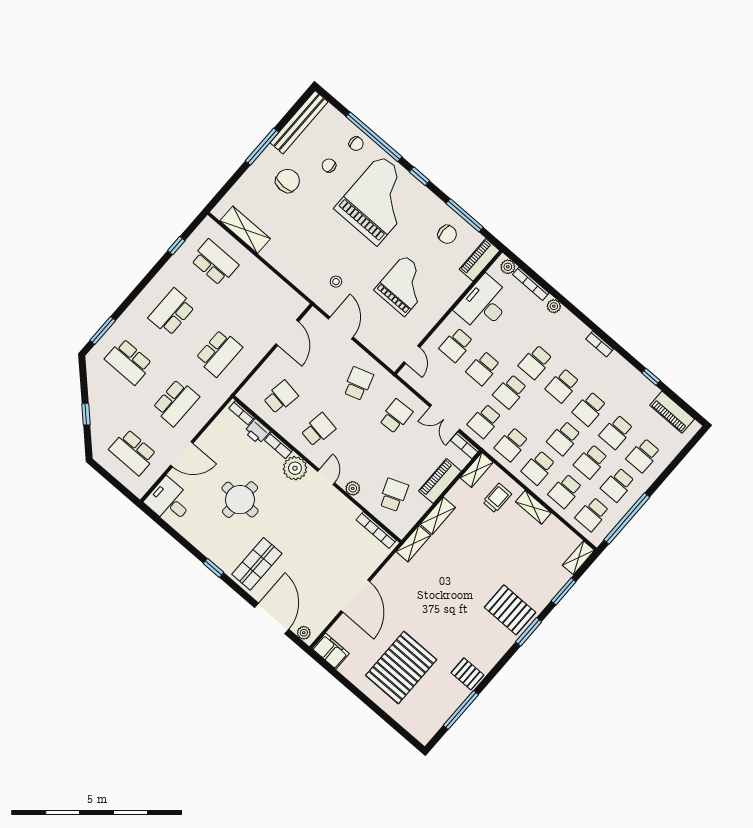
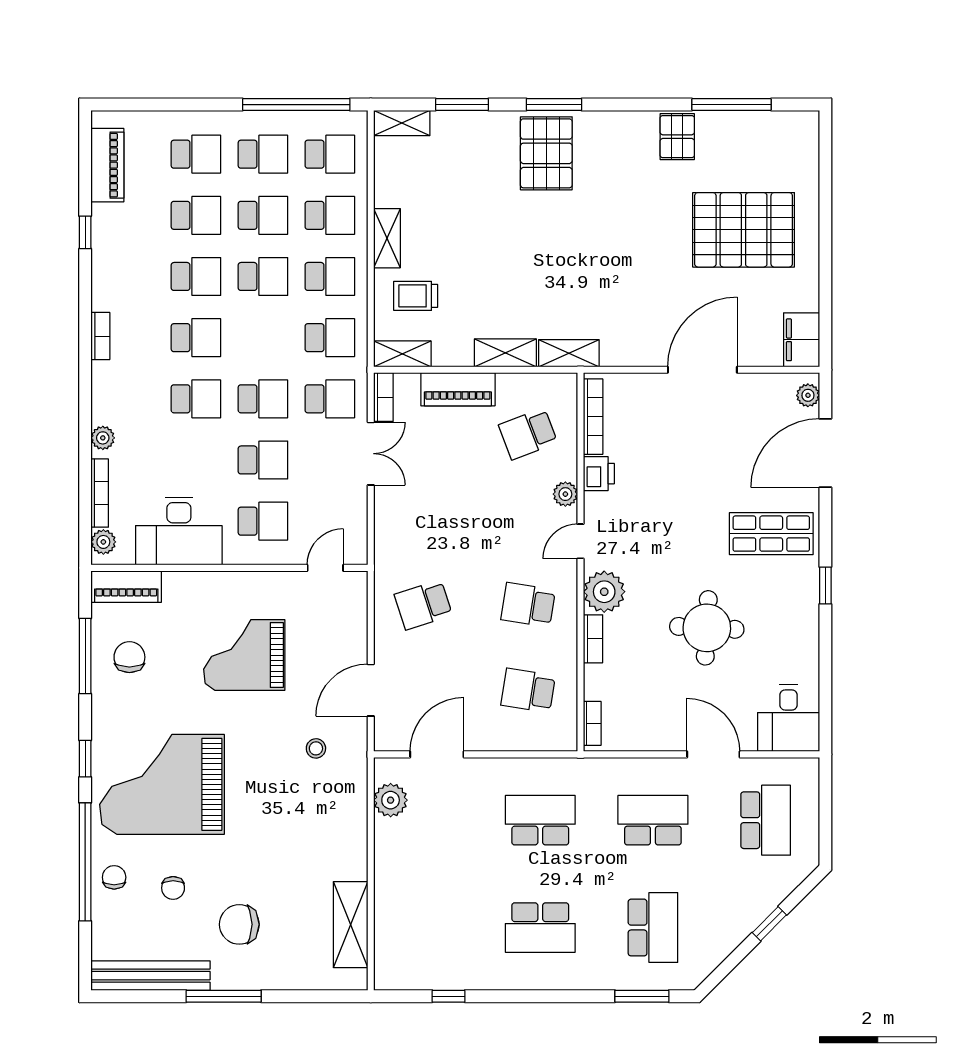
school desk: (215, 262) -> (428, 928), removed
plant: (285, 295) -> (391, 800), added
school desk: (396, 416) -> (423, 519), removed
printer: (257, 431) -> (599, 474), moved

